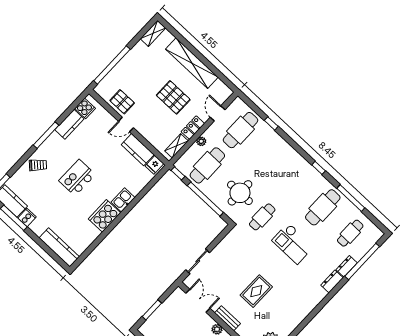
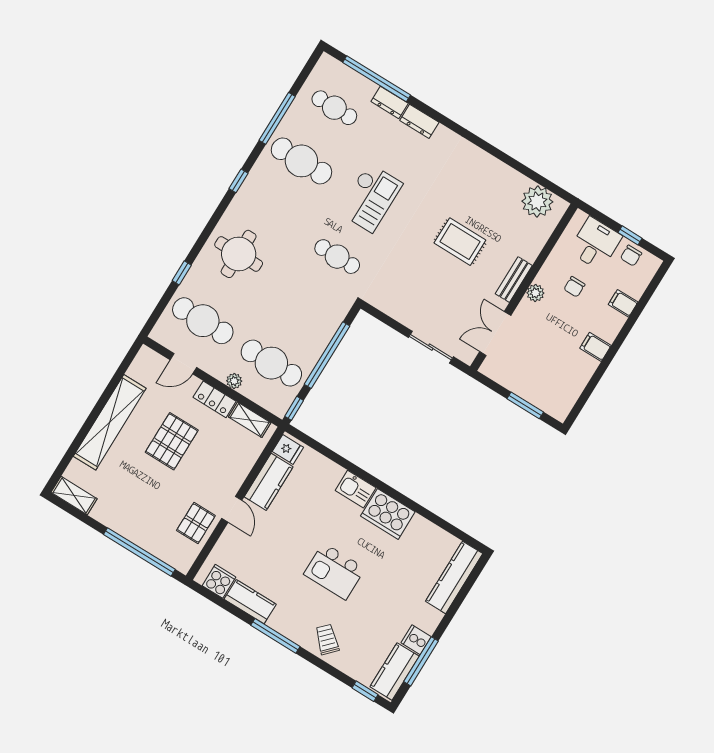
round table: (240, 193) -> (239, 254), moved

